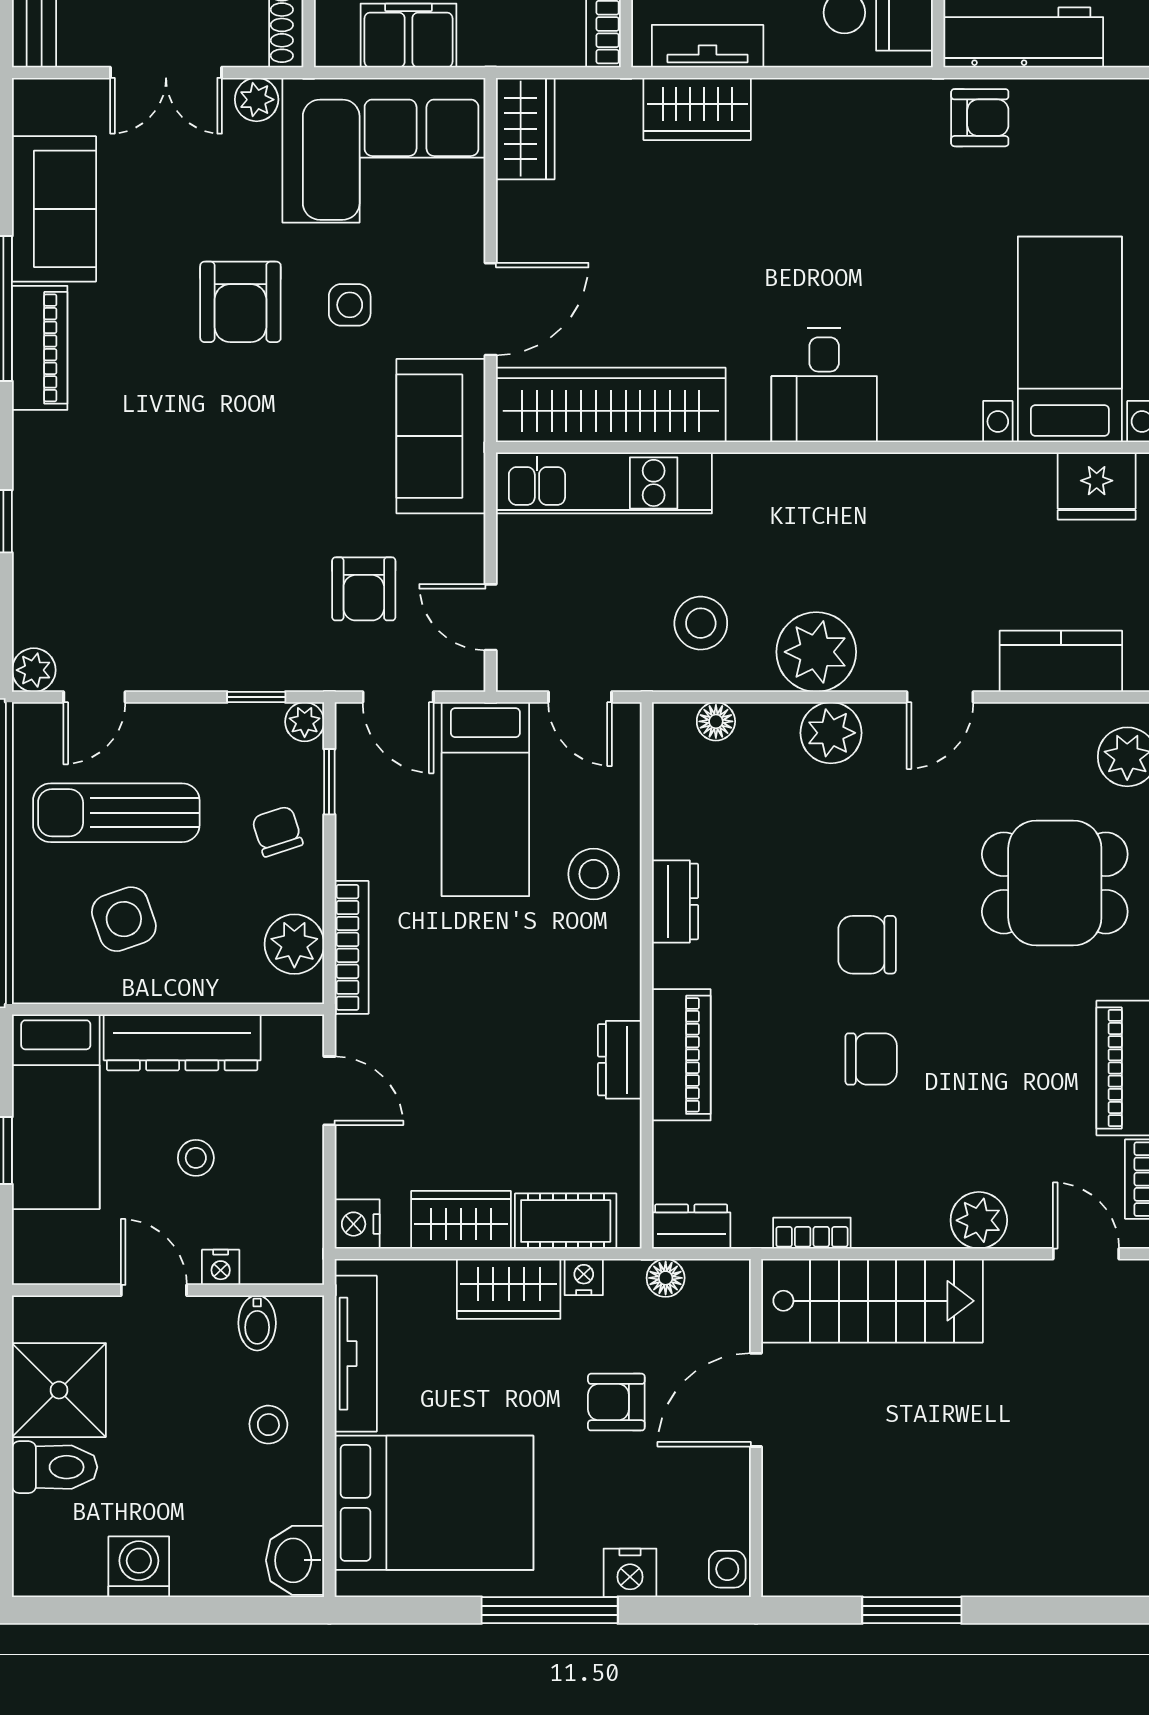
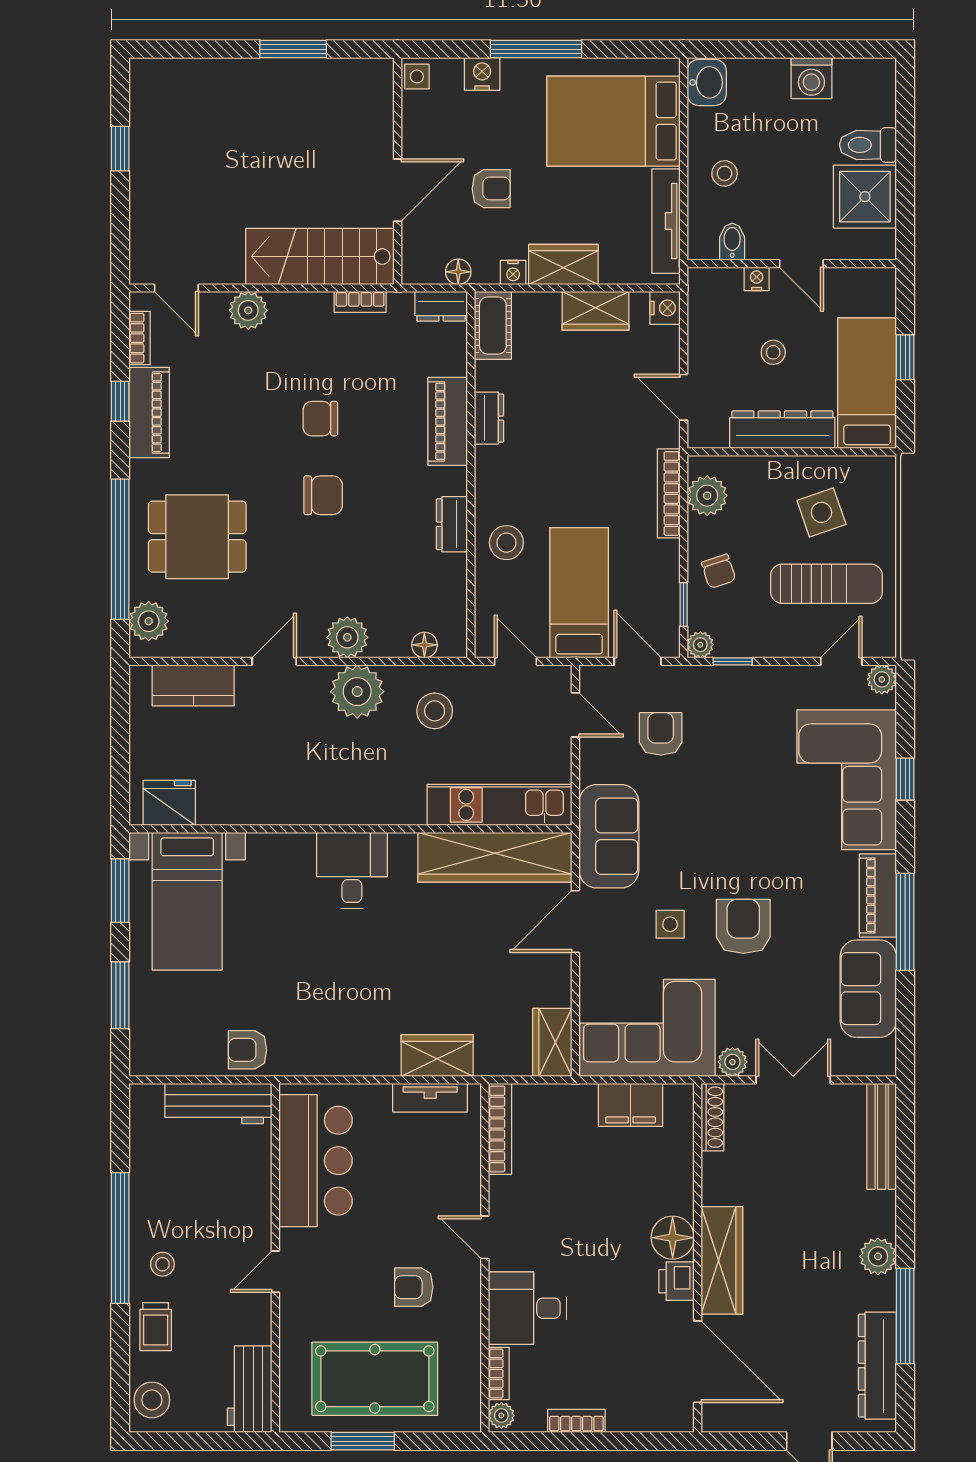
corner sofa: (86, 520) -> (847, 780), added
cot: (566, 1221) -> (493, 325), moved, turned 90

